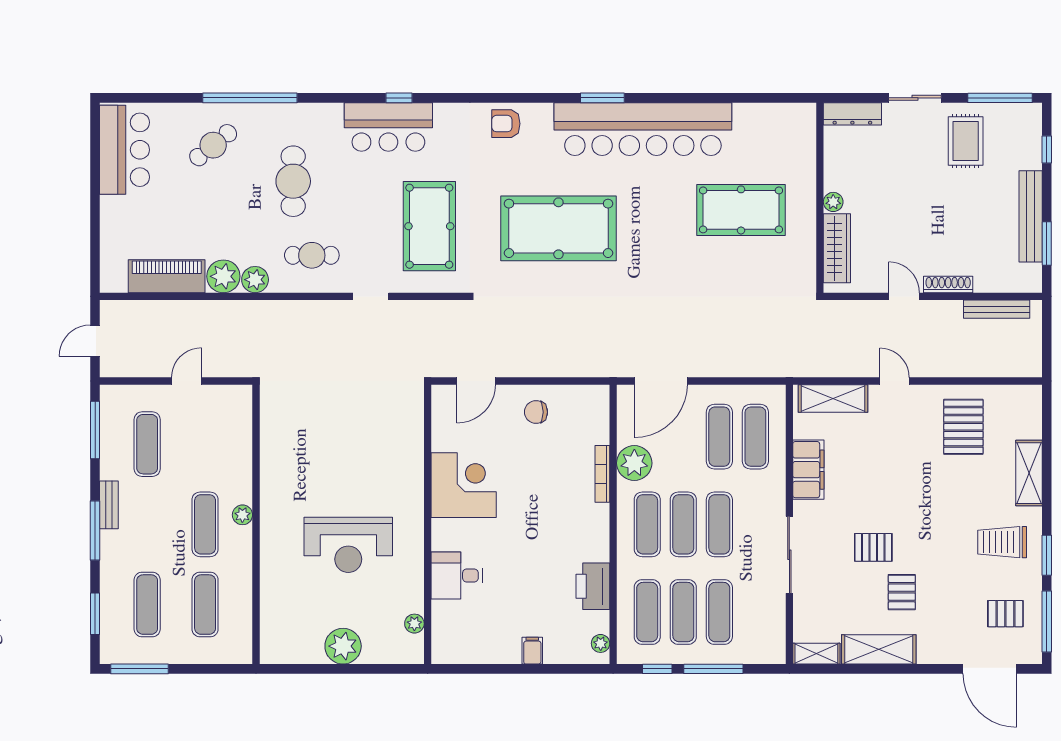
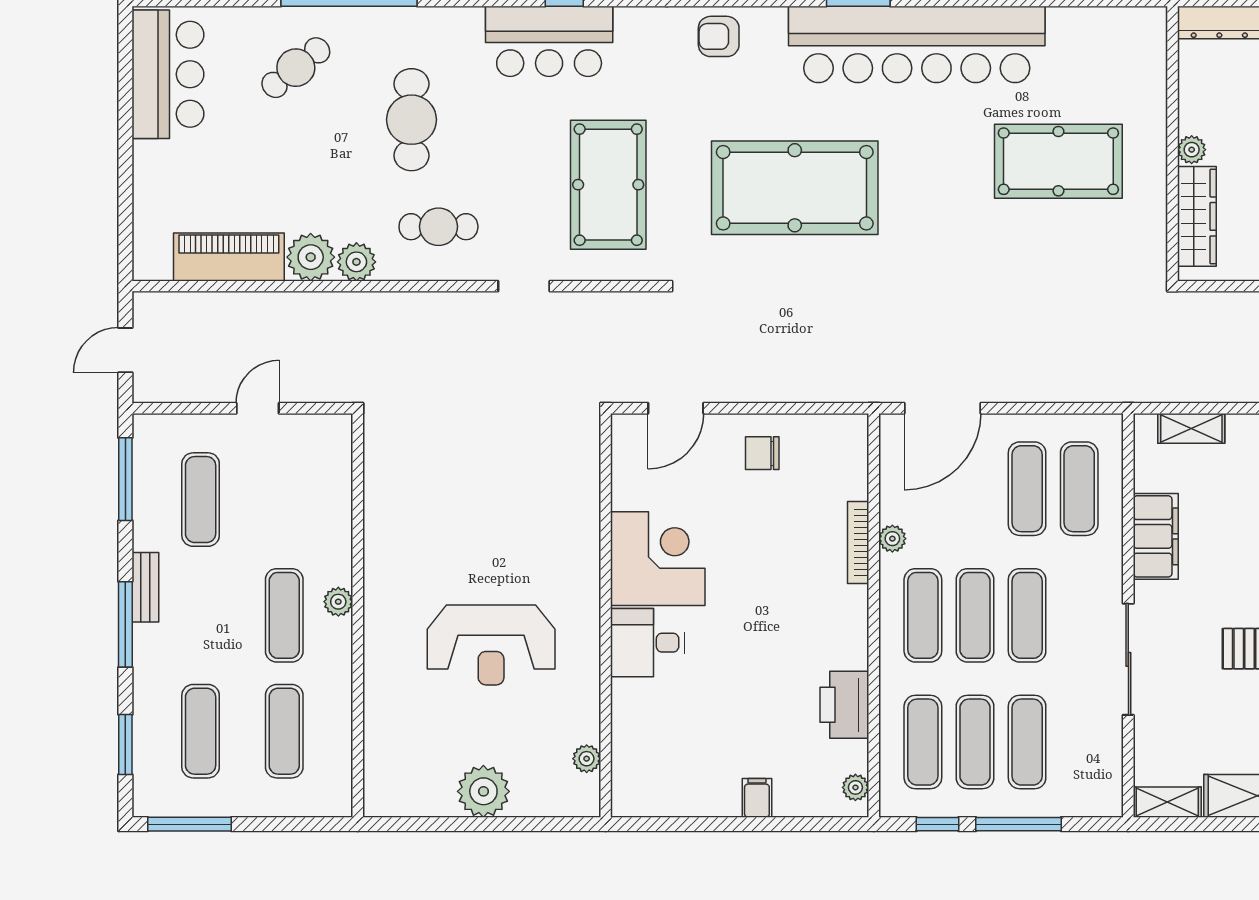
shelving: (833, 398) -> (1191, 428), width x0.67, depth x0.75
plant: (634, 463) -> (892, 539), width x0.53, depth x0.53
desk: (457, 575) -> (648, 643), moved

